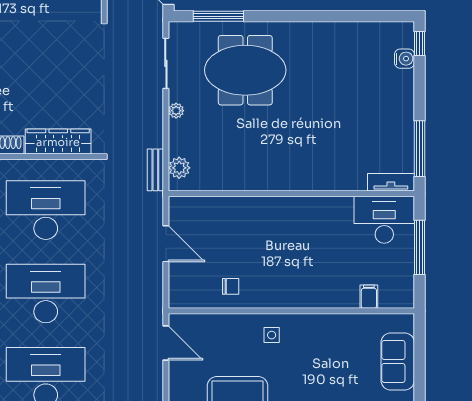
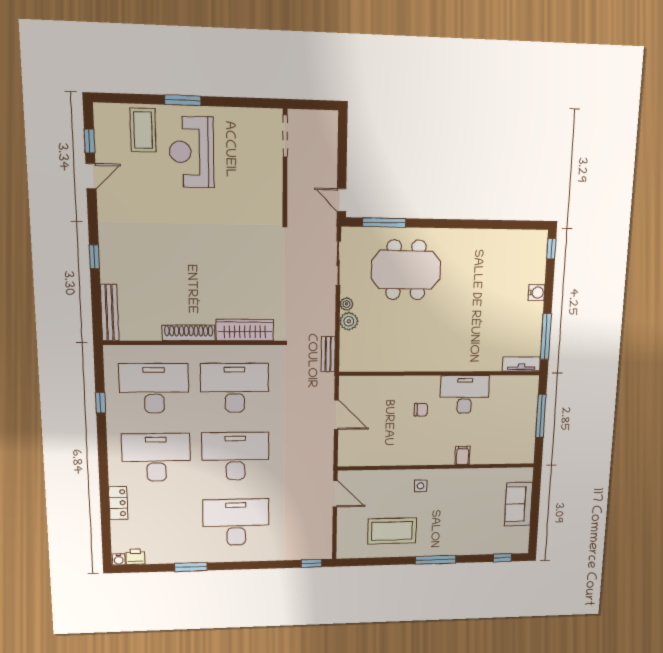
water cooler: (404, 59) -> (536, 293), moved
plant: (179, 168) -> (349, 321), moved
desk: (384, 220) -> (465, 394), moved
chair: (231, 286) -> (421, 410), moved
filing cabinet: (369, 297) -> (462, 455), moved

